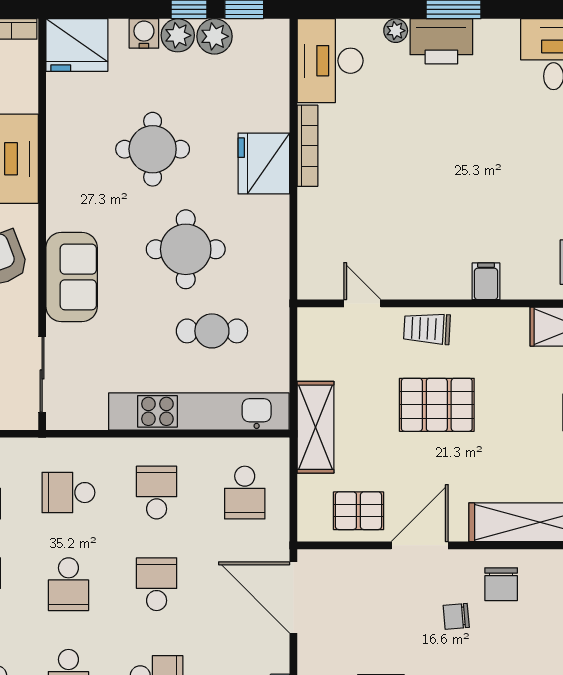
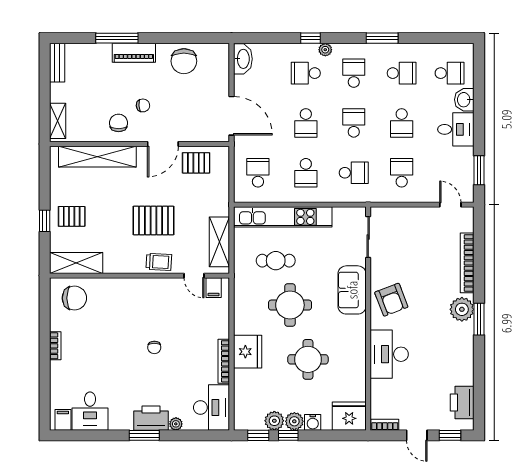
chair: (435, 171) -> (154, 347), added
filing cabinet: (486, 281) -> (214, 288), moved
shelving: (315, 427) -> (219, 242), moved

